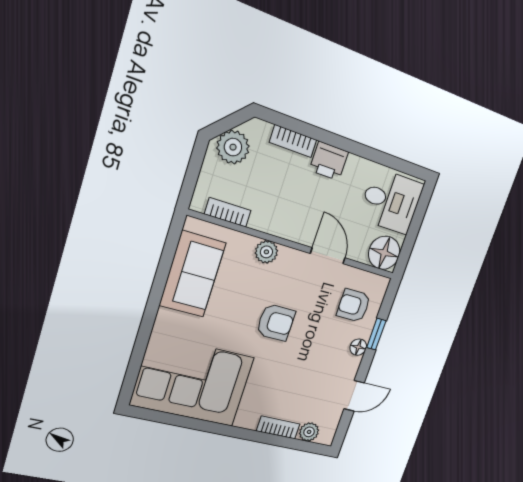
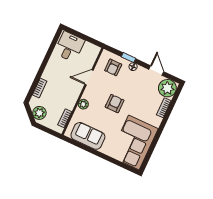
printer: (329, 161) -> (49, 73), removed
floor lamp: (384, 253) -> (92, 51), removed
plant: (309, 432) -> (167, 88), width x1.88, depth x1.88

